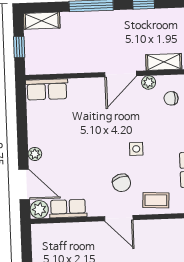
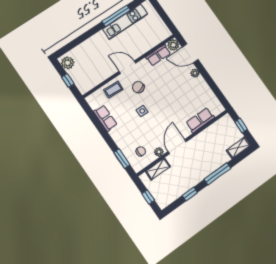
row of seats: (47, 89) -> (200, 120), moved

